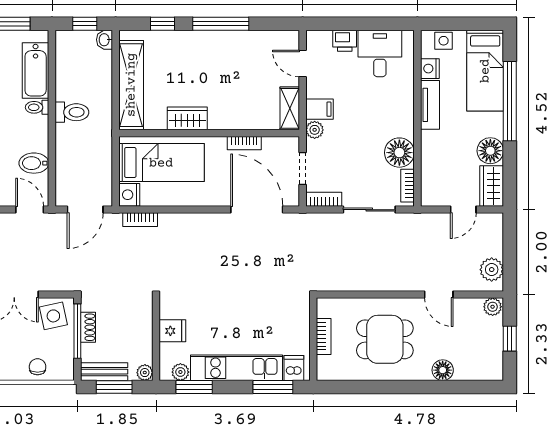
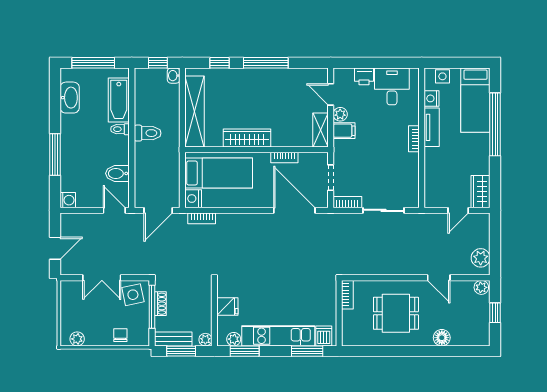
wardrobe: (187, 118) -> (247, 138), width x1.50
plant: (315, 130) -> (340, 114), moved
floor lamp: (490, 151) -> (480, 164), removed
floor lamp: (399, 153) -> (407, 165), removed
bookcase: (408, 186) -> (414, 139), moved
bookcase: (324, 336) -> (347, 295), moved

